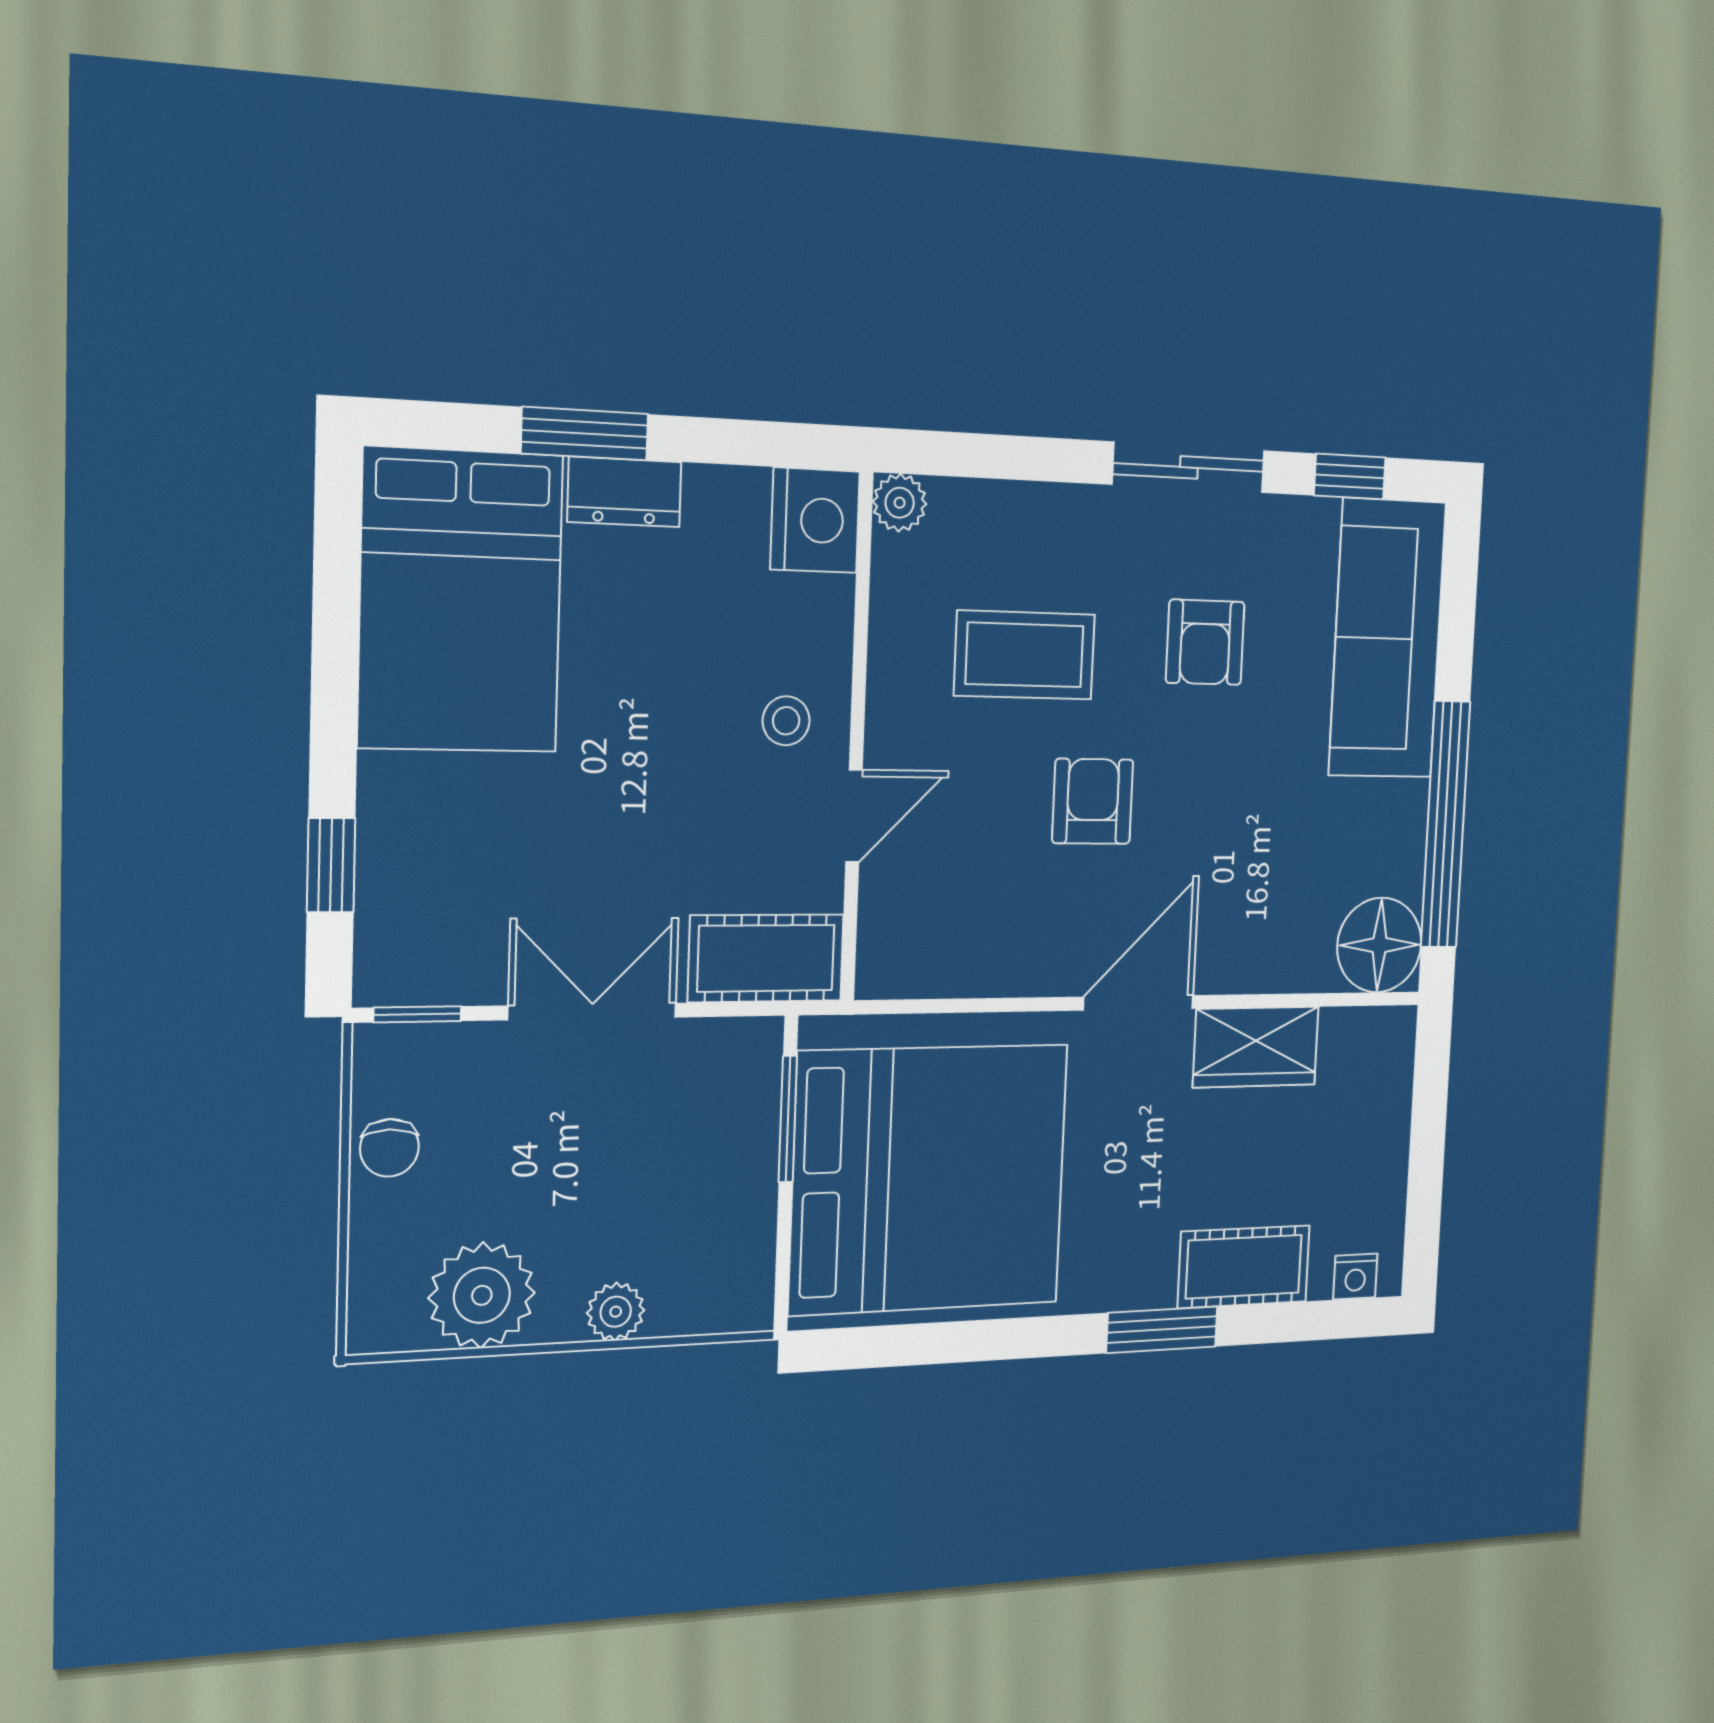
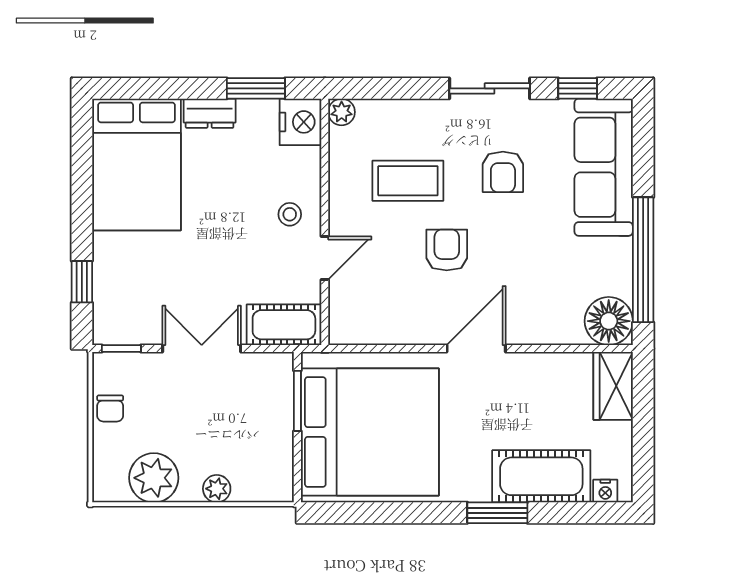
window: (585, 434) -> (256, 88), moved
wardrobe: (1256, 1047) -> (613, 386), moved, turned 90
cot: (1244, 1267) -> (541, 476), width x1.37, depth x1.34

